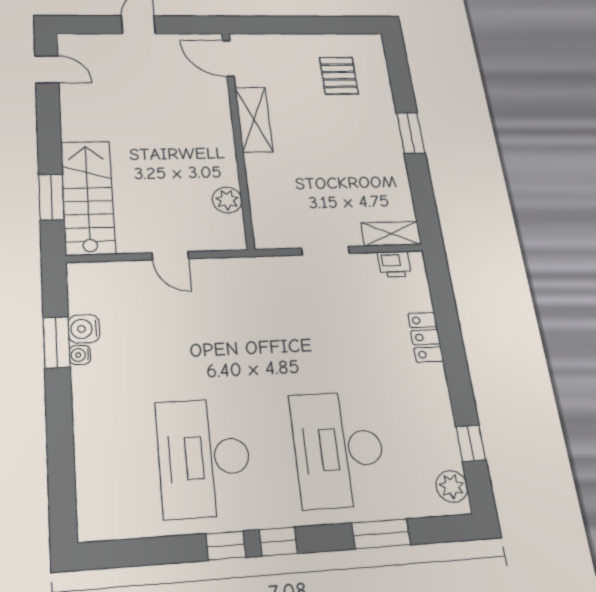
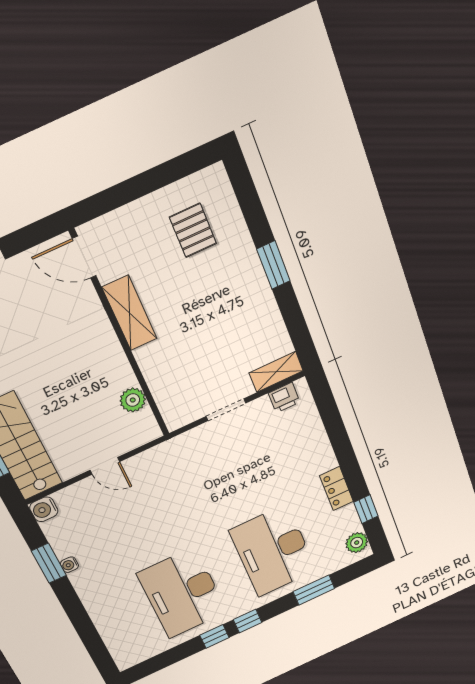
water cooler: (84, 329) -> (44, 509), moved
locker: (425, 337) -> (337, 489), moved

